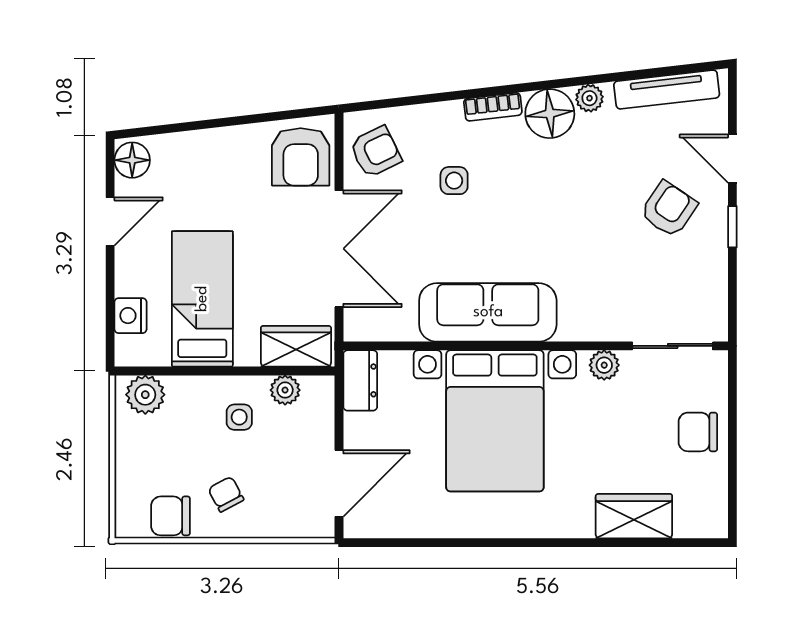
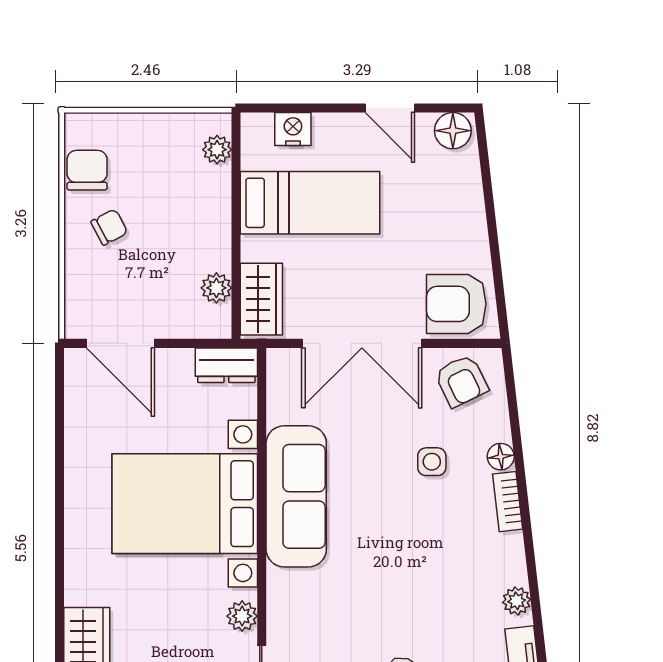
floor lamp: (550, 114) -> (501, 457), moved, width x0.53, depth x0.53
plant: (145, 395) -> (217, 150), width x0.73, depth x0.73
side table: (239, 417) -> (189, 241), removed

